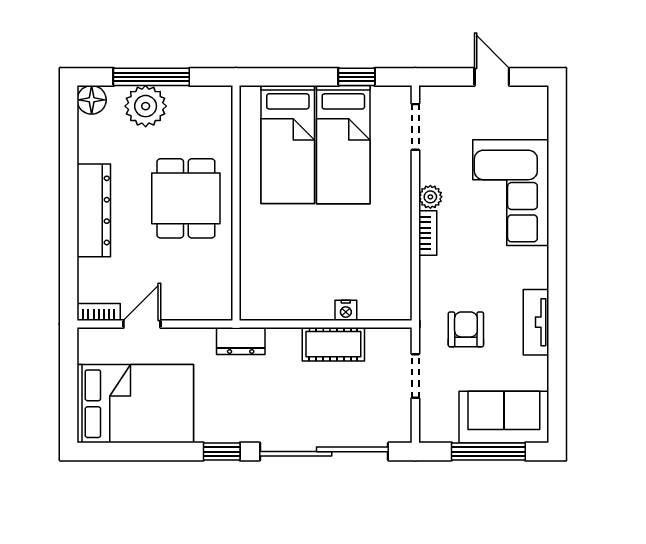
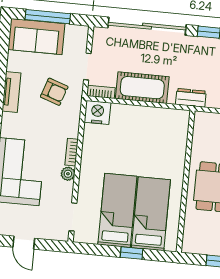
window: (357, 77) -> (132, 253), moved
nightstand: (346, 310) -> (97, 112), moved, width x1.89, depth x1.79
armchair: (466, 329) -> (54, 92), turned -71
bookcase: (389, 336) -> (101, 92), added
cot: (333, 344) -> (142, 88), width x1.37, depth x1.34

